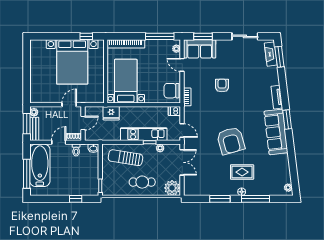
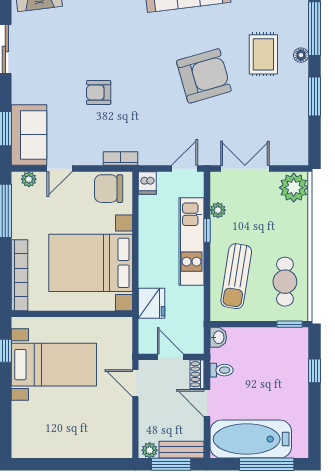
bed with nightstands: (72, 62) -> (54, 365), width x0.73
bed with nightstands: (126, 81) -> (91, 263), width x1.36
chair: (171, 91) -> (109, 189), turned 90
cafe table: (142, 182) -> (285, 282), moved

